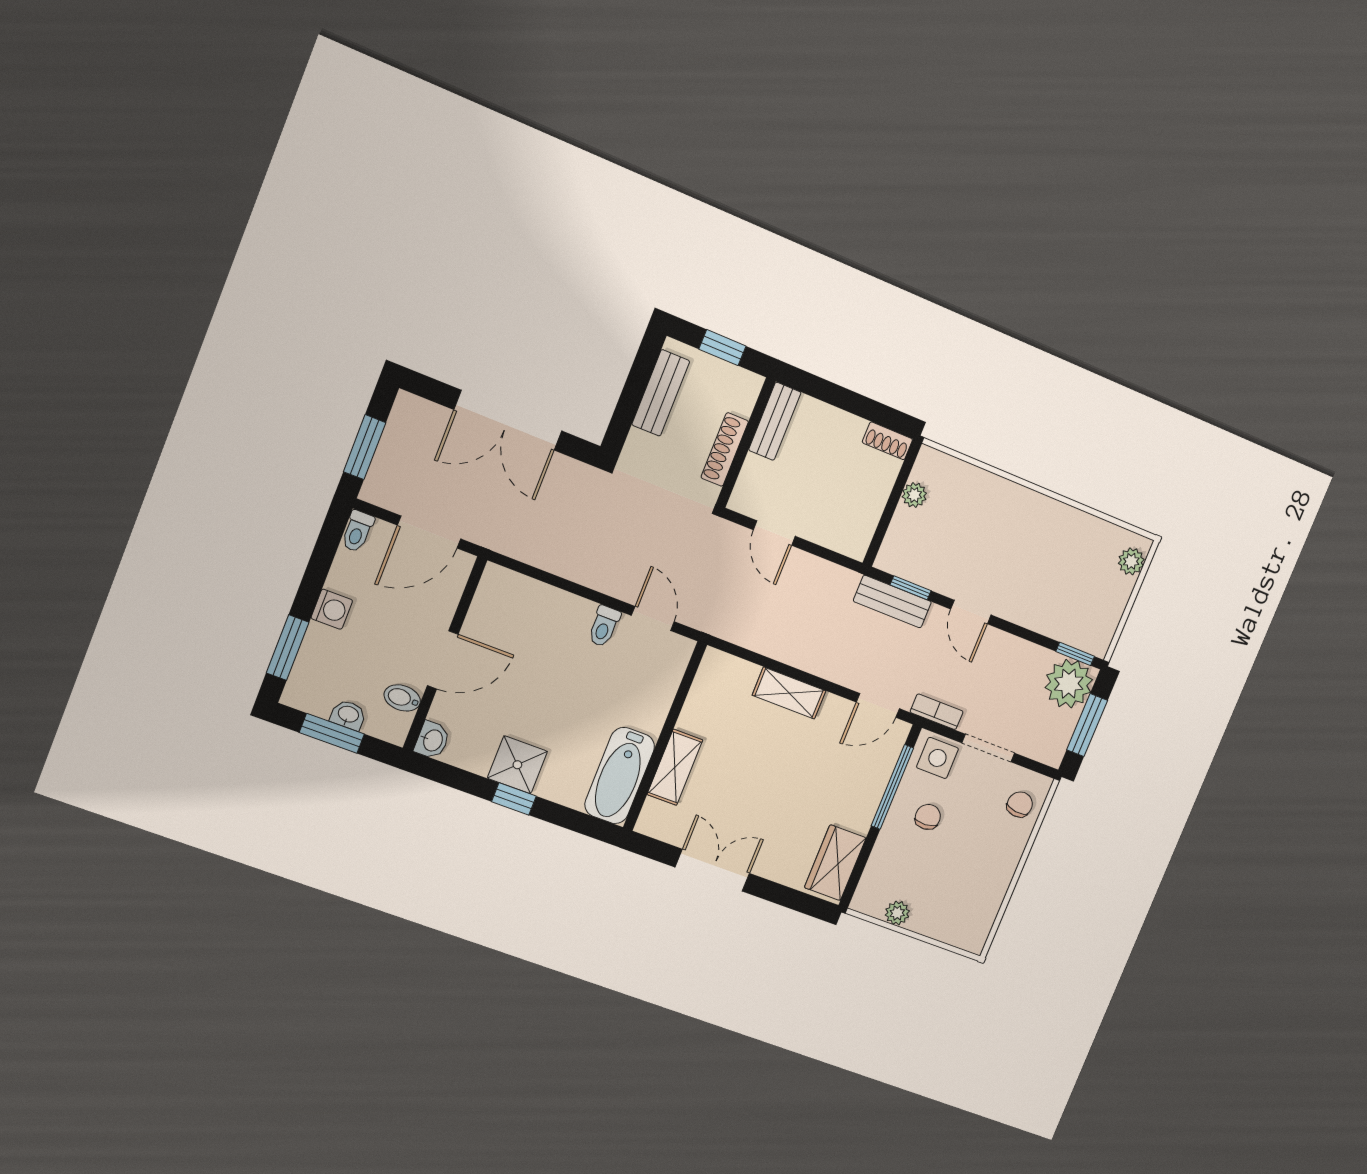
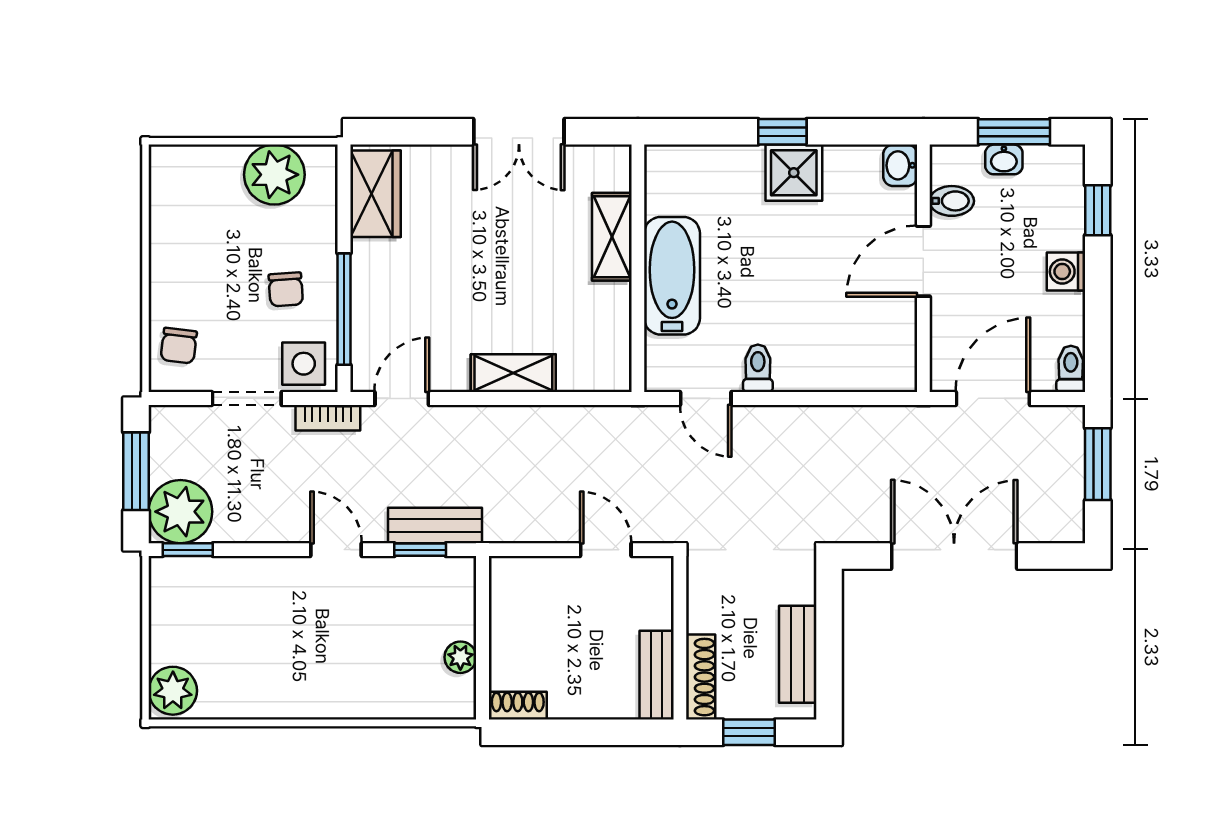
shoe rack: (725, 449) -> (701, 677), moved
plant: (1131, 561) -> (173, 691), width x1.38, depth x1.38
window: (288, 648) -> (1098, 210), width x0.67
bathtub: (620, 776) -> (672, 276), moved
plant: (897, 913) -> (274, 175), width x1.88, depth x1.88

